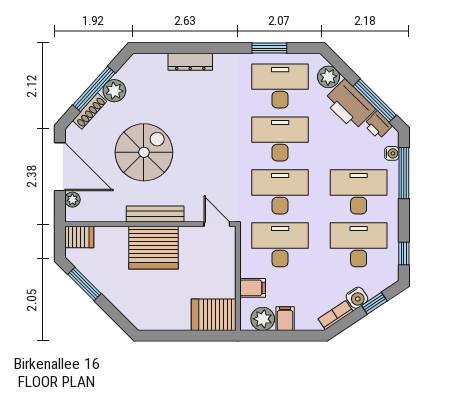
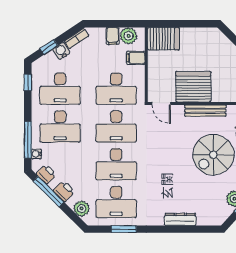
printer: (349, 105) -> (64, 191), width x0.53, depth x0.68
server rack: (153, 248) -> (193, 87), moved

